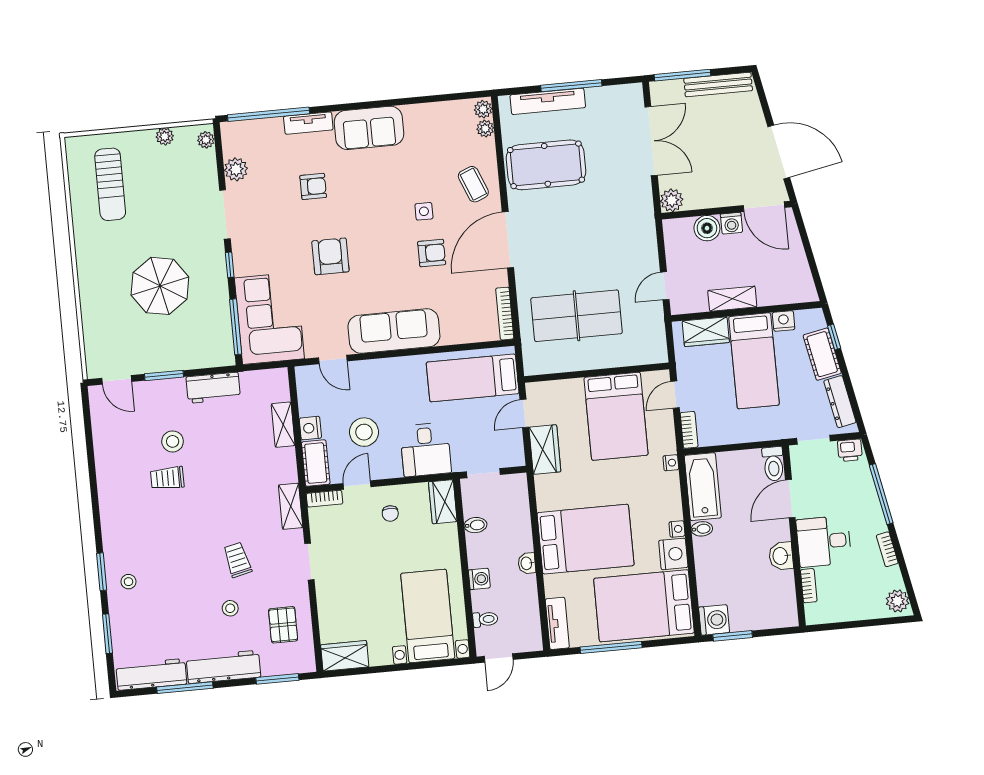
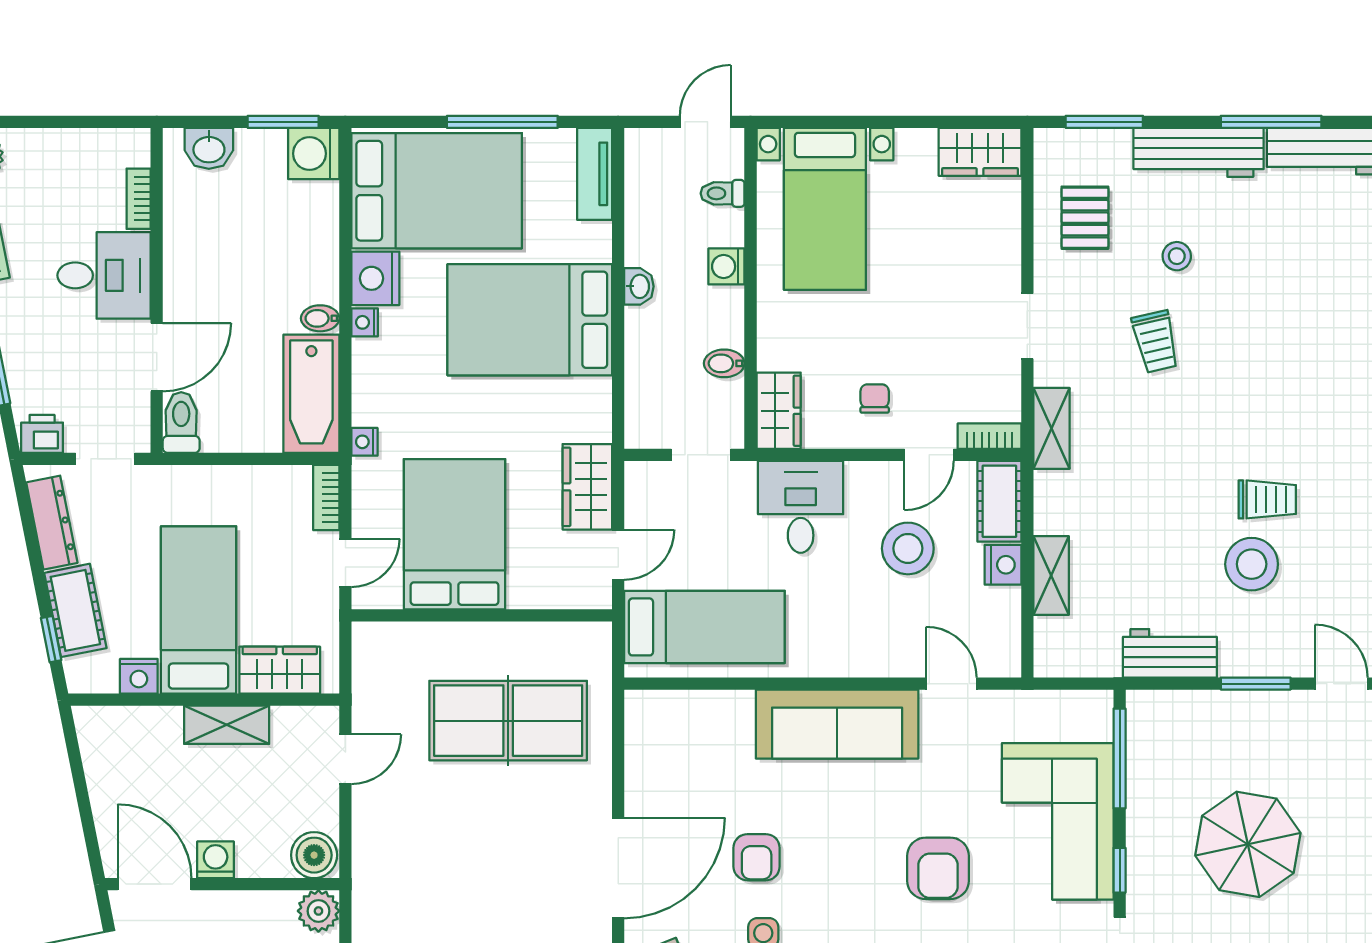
boiler: (707, 228) -> (314, 855), moved
armchair: (432, 253) -> (757, 857), turned -90
bookcase: (505, 314) -> (636, 737), removed
corner sofa: (269, 318) -> (1058, 821), moved
stool: (173, 441) -> (1252, 564), width x1.38, depth x1.38
washbasin: (781, 556) -> (209, 148), moved, turned 90
stool: (128, 582) -> (1354, 321), removed

